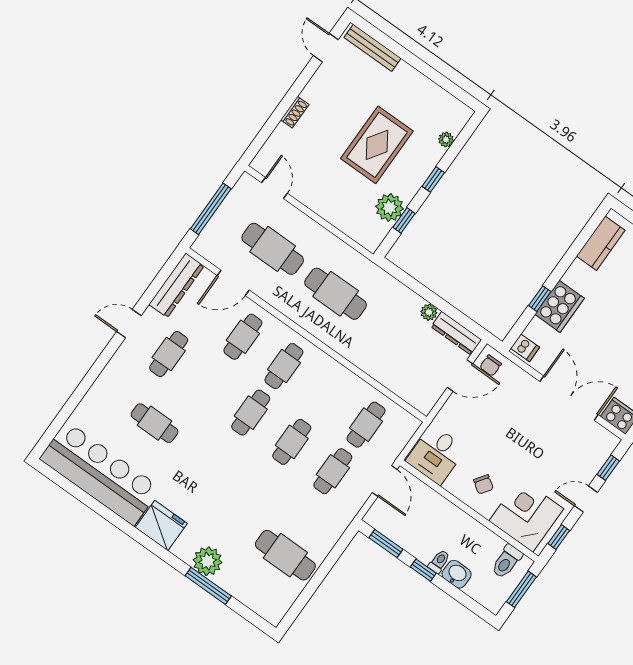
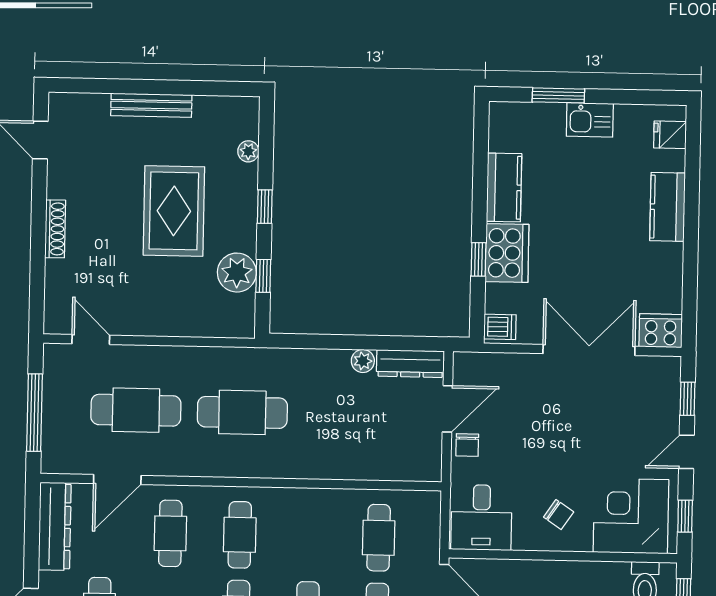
bench: (373, 48) -> (151, 105), moved
shoe rack: (295, 112) -> (55, 229), width x1.43
kitchen counter: (601, 243) -> (504, 188), moved
chair: (491, 366) -> (467, 445), moved

